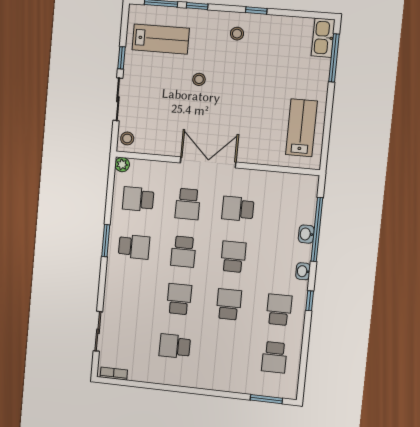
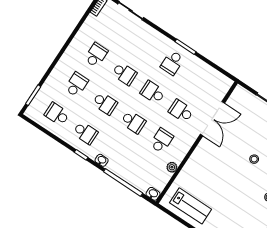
stool: (127, 138) -> (242, 95), removed
double door: (208, 162) -> (212, 119), moved
plant: (122, 165) -> (172, 167), moved
school desk: (138, 199) -> (77, 85), moved
washbasin: (306, 234) -> (153, 194), moved

